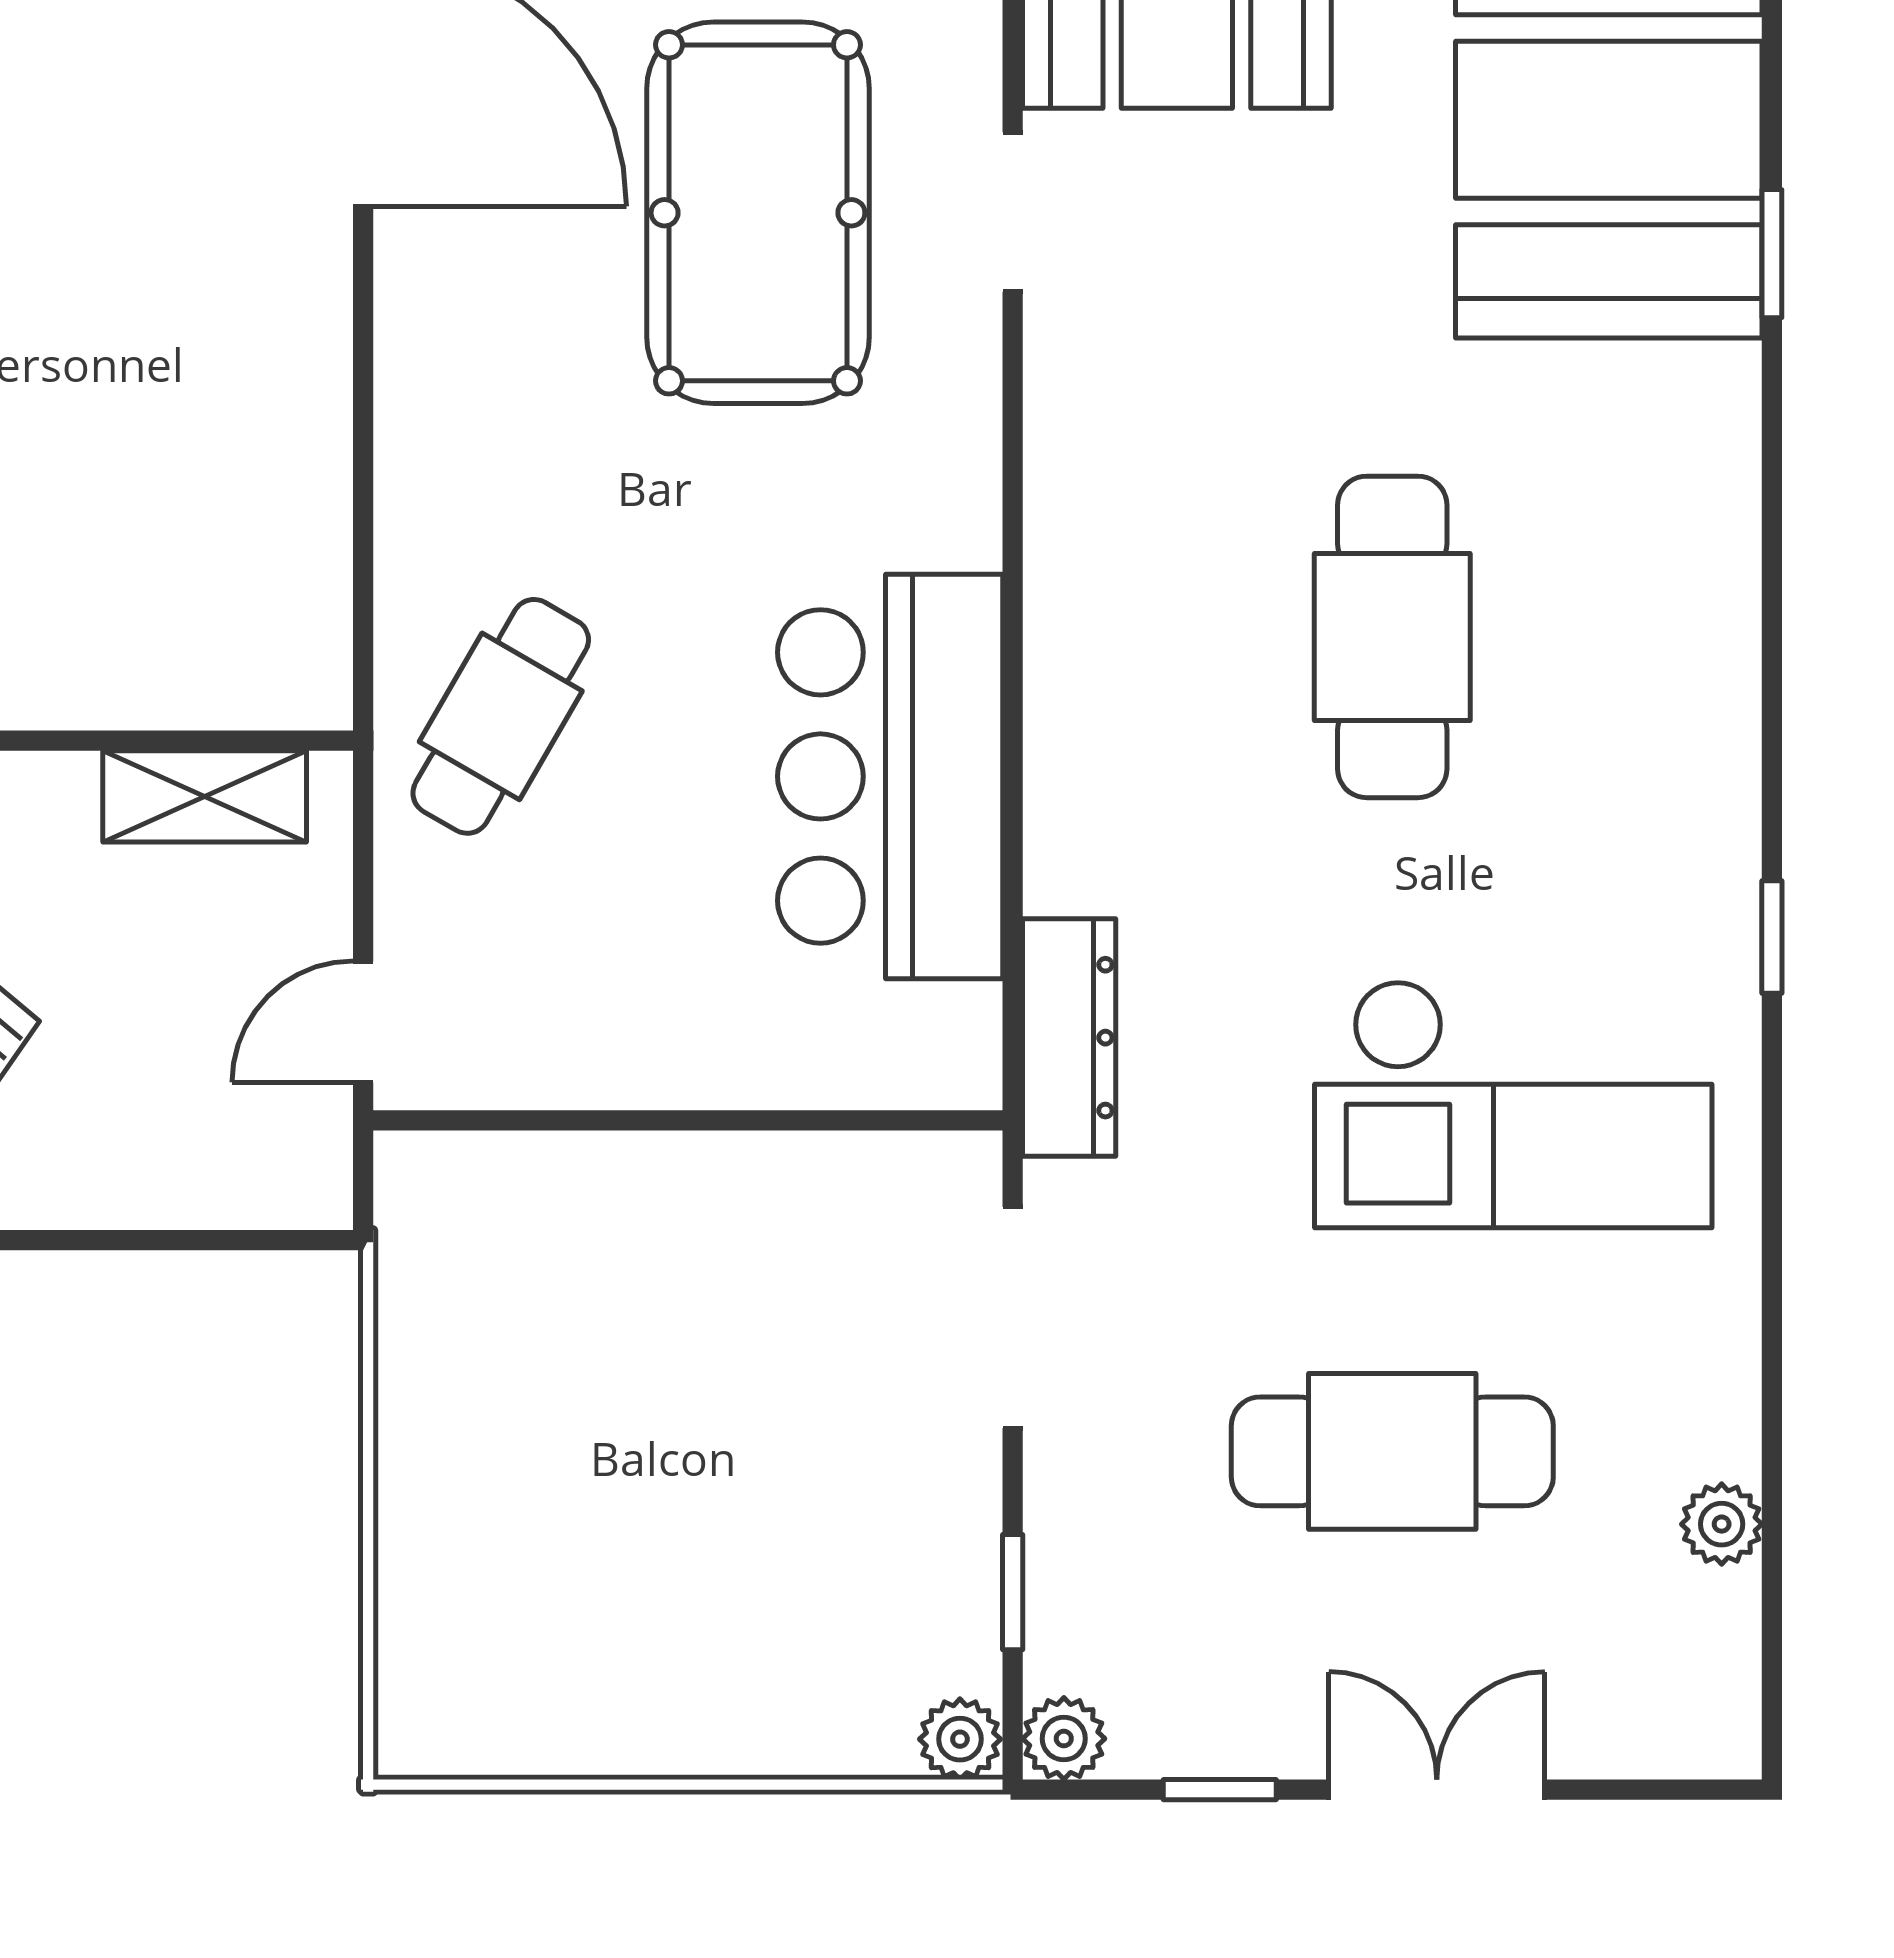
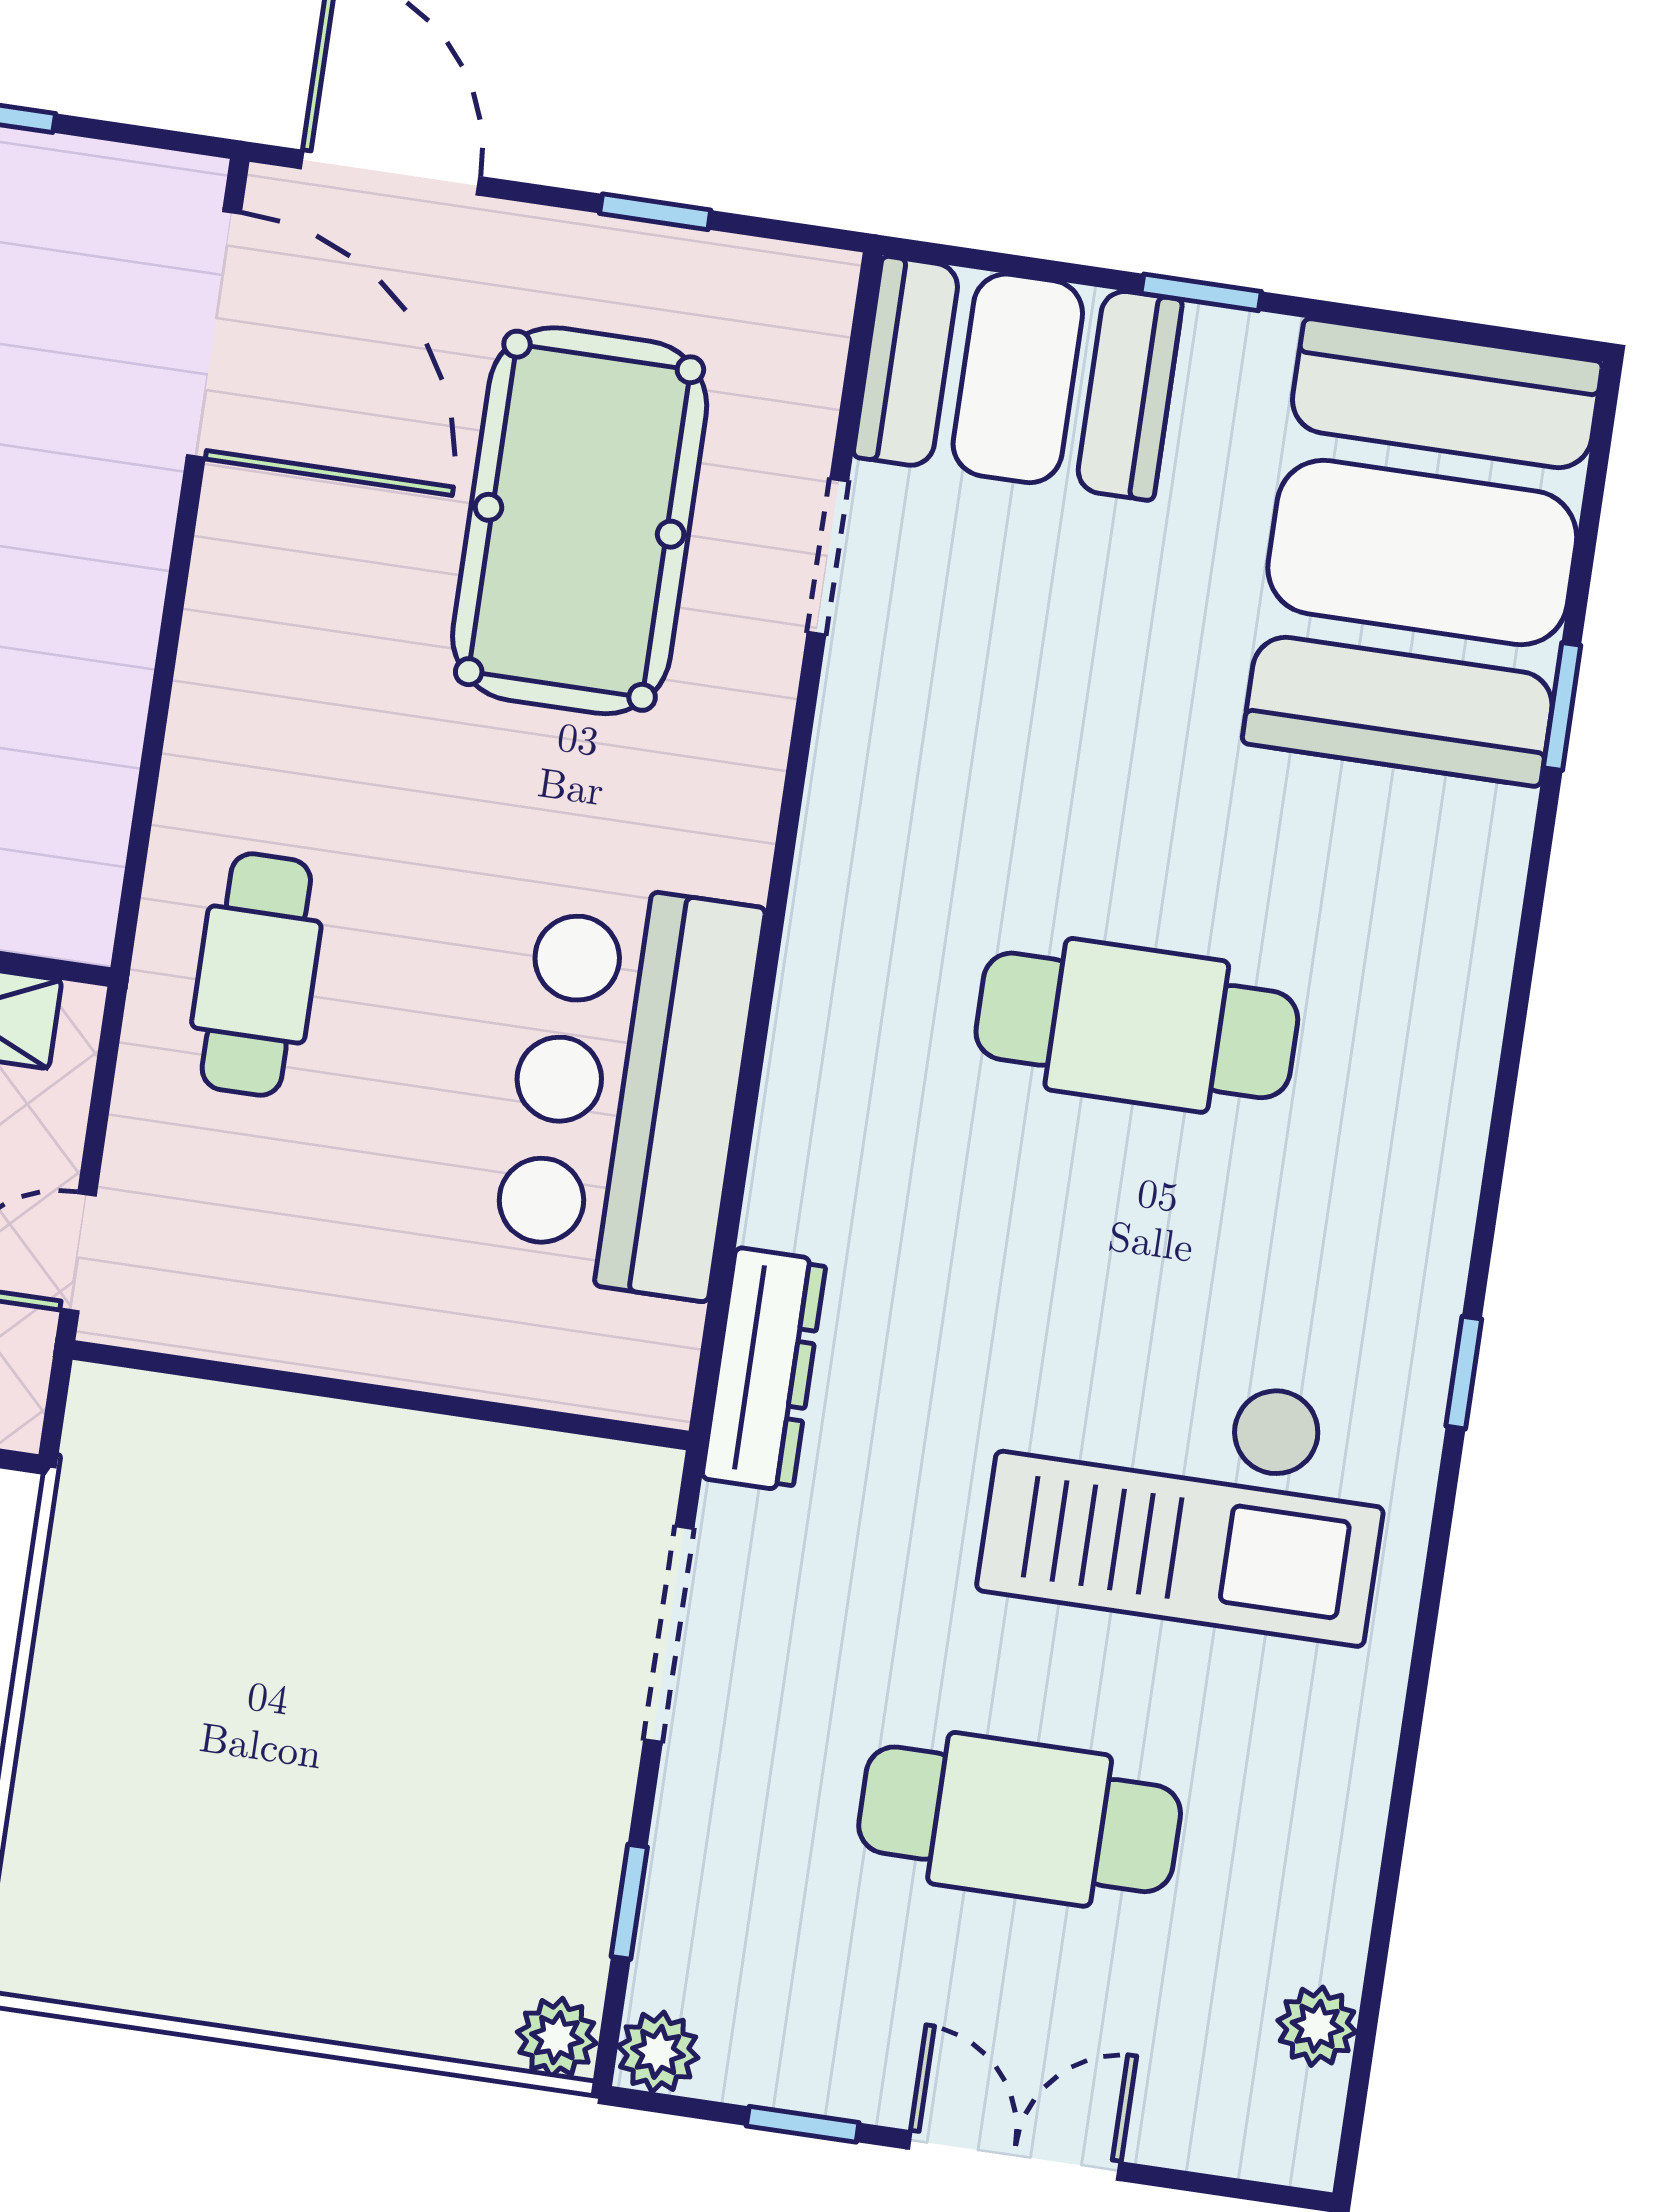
cafe table: (1392, 637) -> (1137, 1025), turned 90
cafe table: (501, 716) -> (256, 975), turned -30
plant: (1722, 1524) -> (1317, 2026), moved

